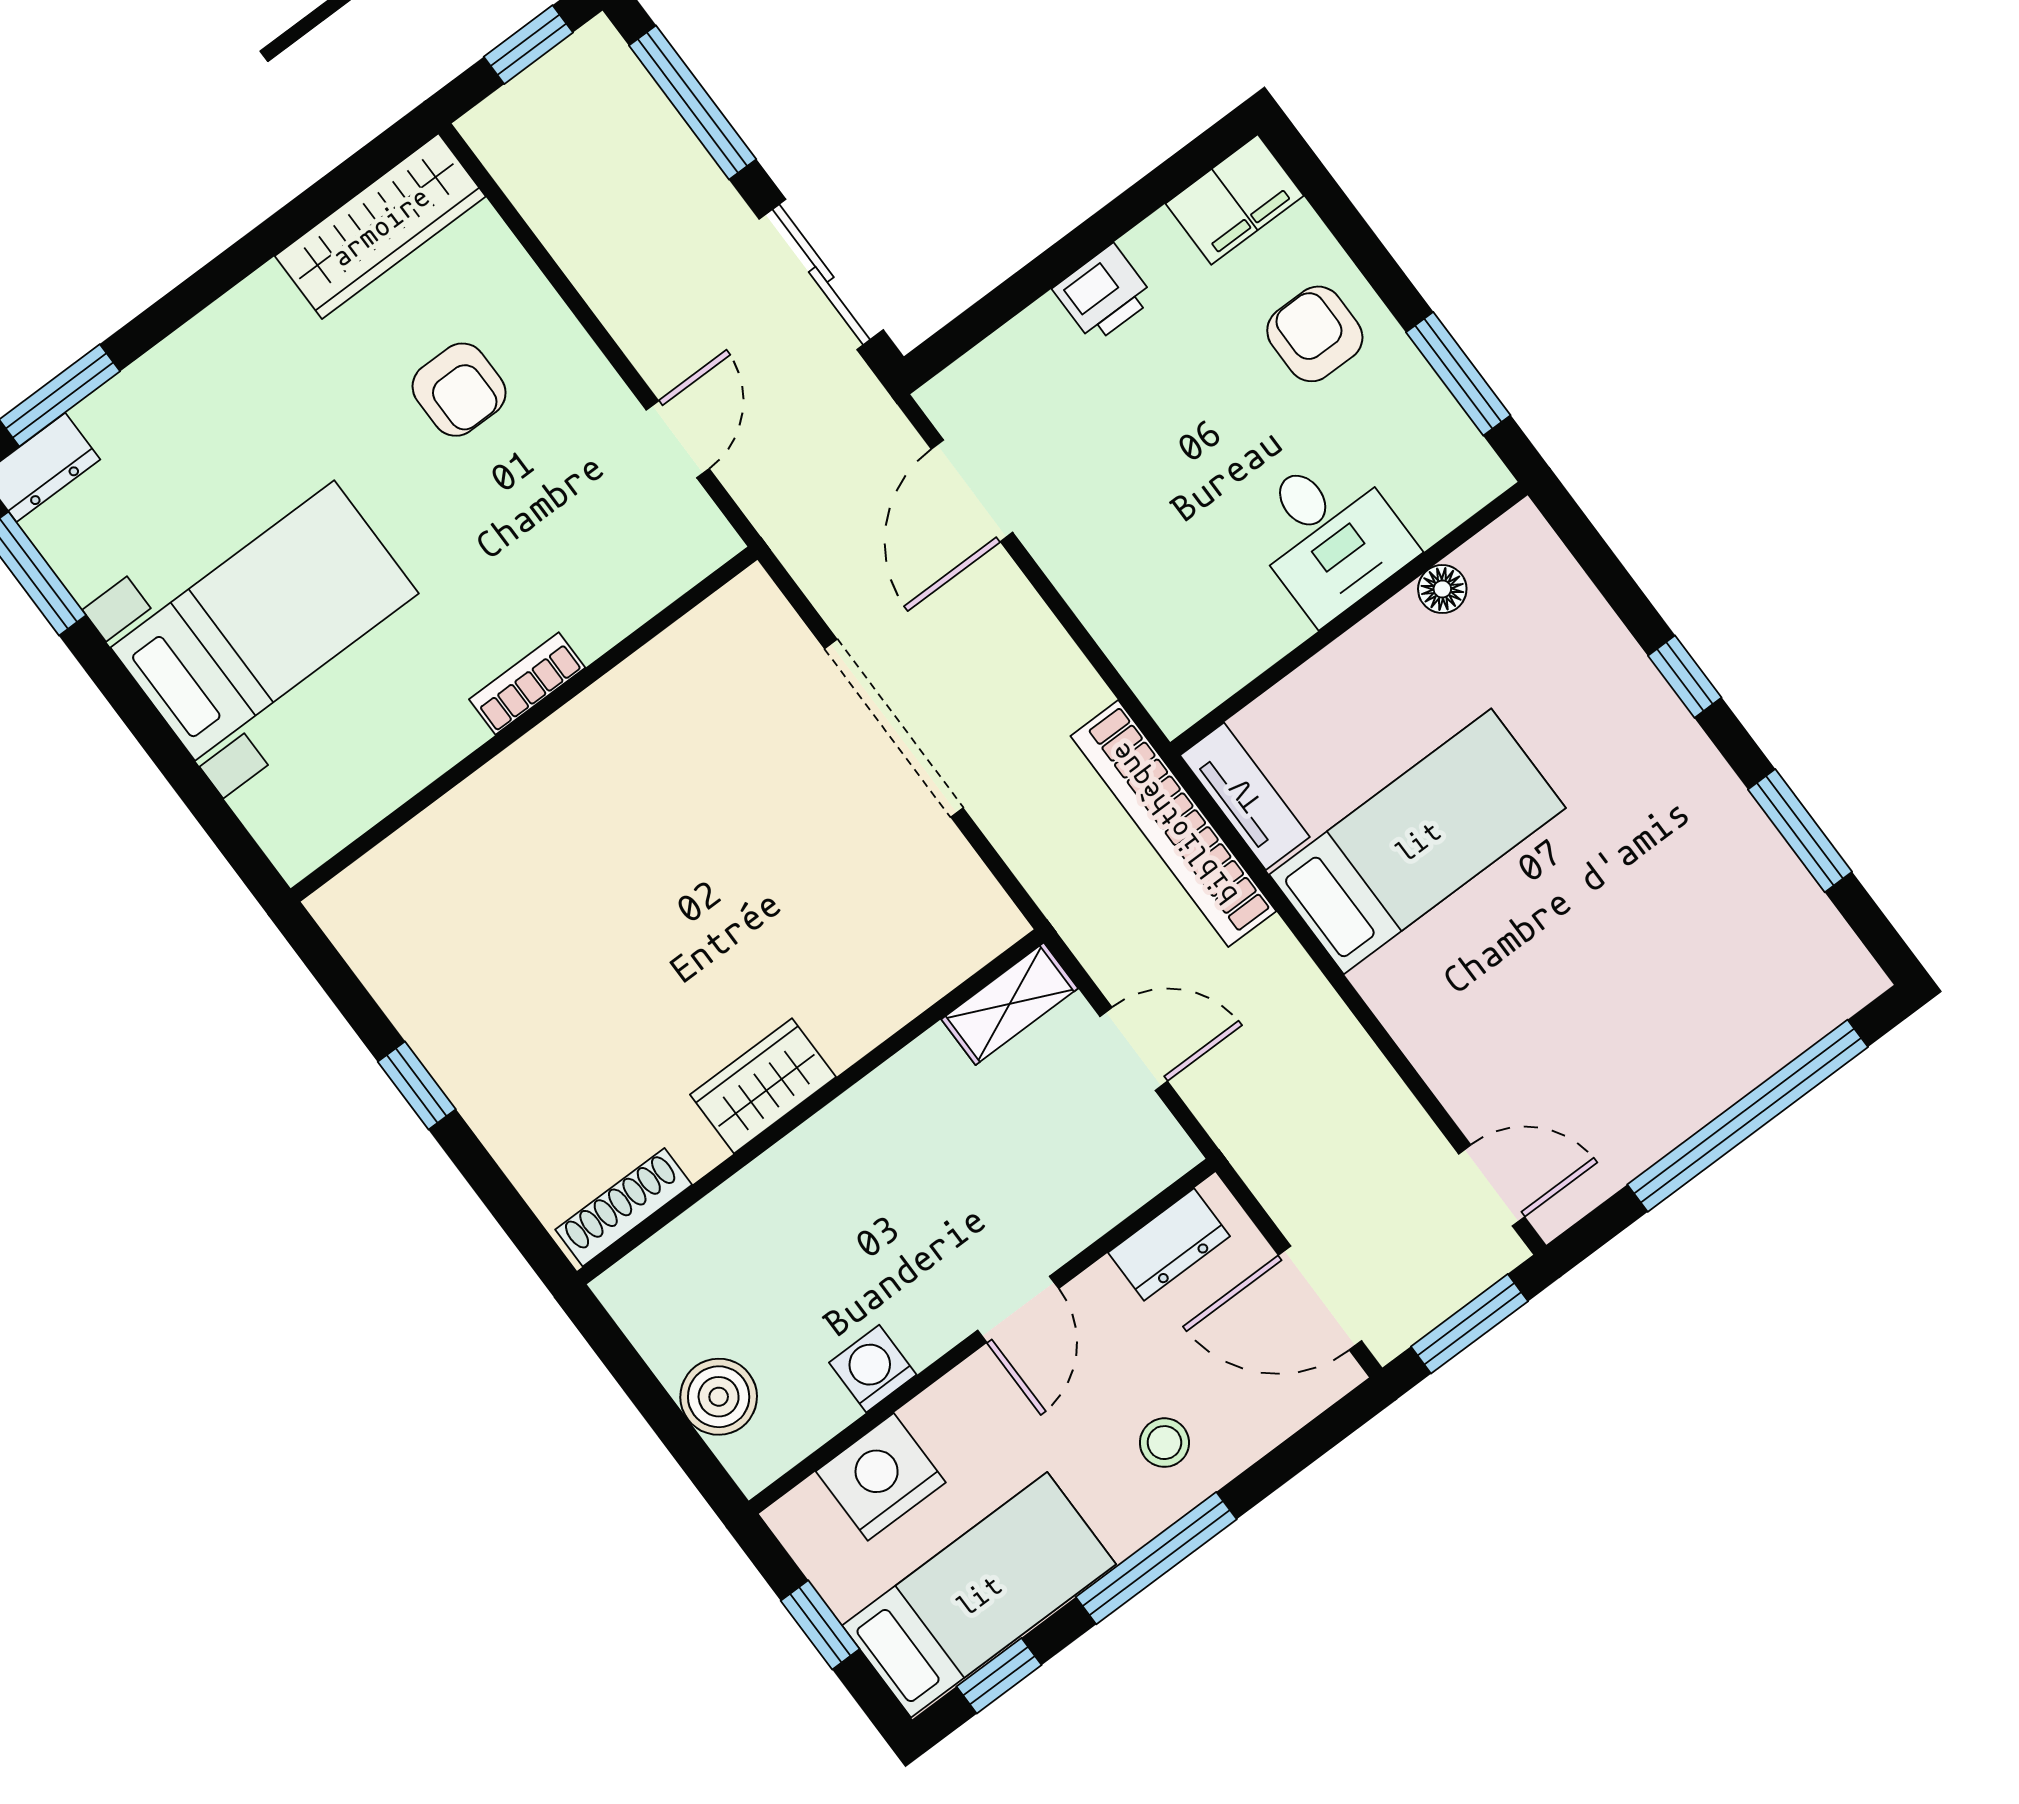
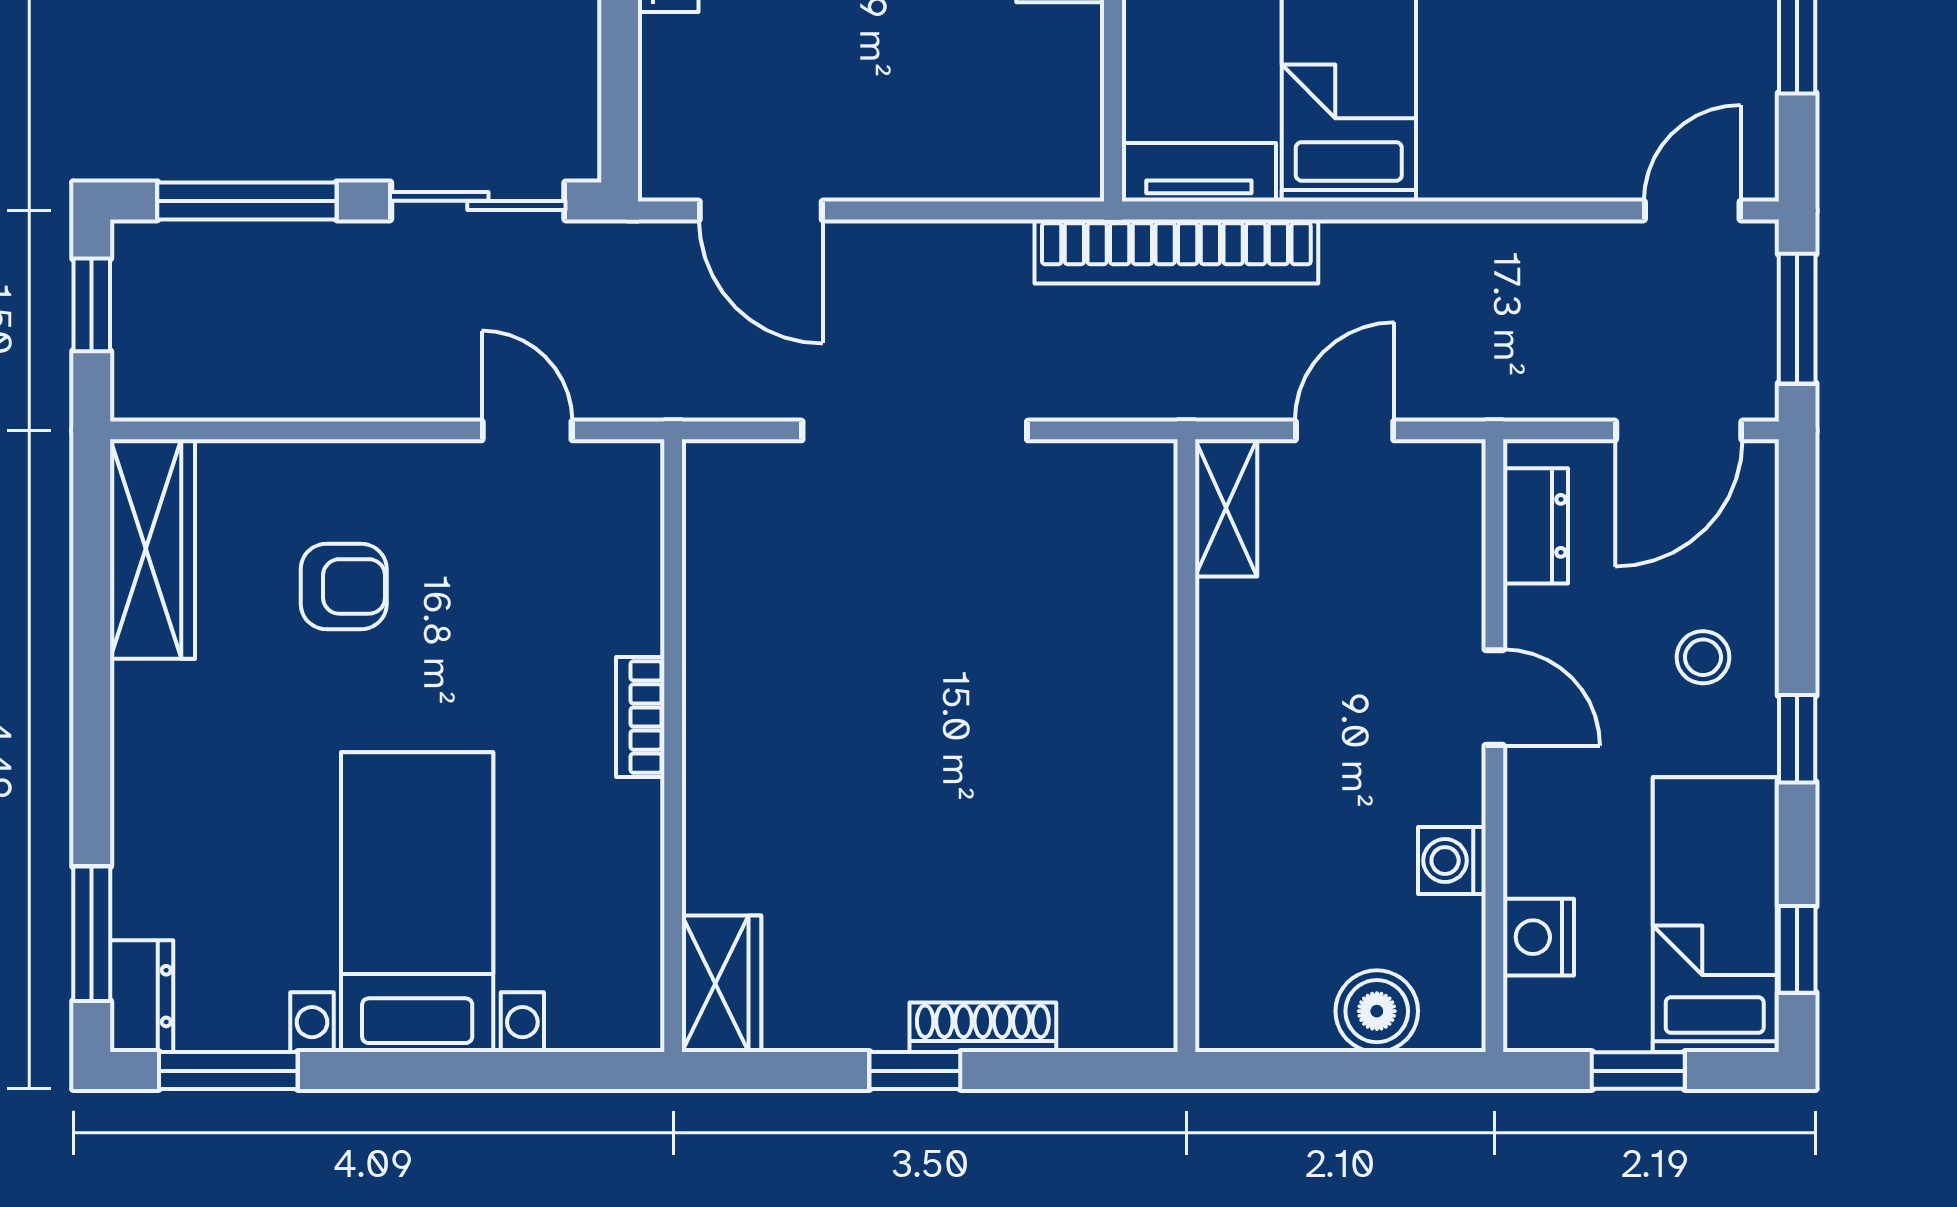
wardrobe: (763, 1086) -> (722, 984), moved, turned 180
shoe rack: (624, 1207) -> (983, 1027), moved, turned 90
nightstand: (881, 1477) -> (1538, 937), width x0.74, depth x0.75
window: (1156, 1558) -> (1797, 739), width x0.46

